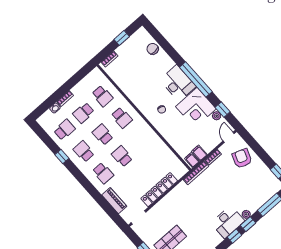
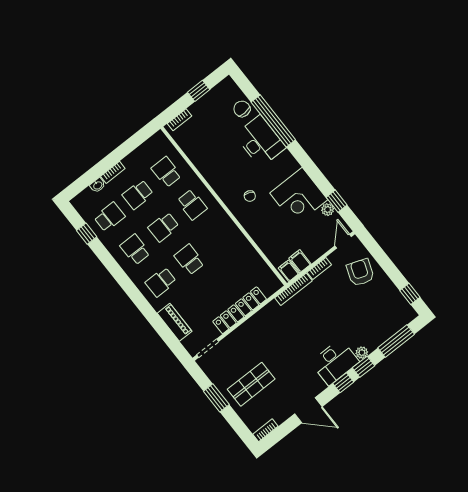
window: (196, 79) -> (273, 121), moved
desk: (178, 83) -> (260, 141), moved
school desk: (102, 96) -> (166, 172), turned 180
school desk: (103, 135) -> (164, 227), turned -90
window: (62, 156) -> (87, 234), moved
school desk: (103, 173) -> (161, 282), turned 90

